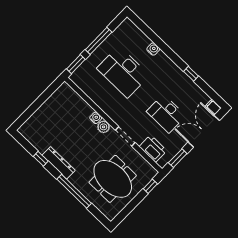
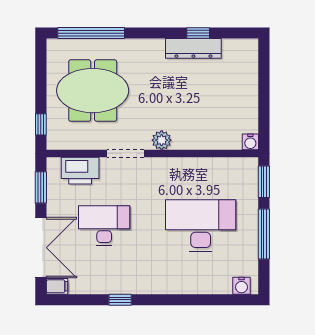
water cooler: (153, 49) -> (242, 286), moved
water cooler: (96, 118) -> (250, 142), moved
dresser: (59, 163) -> (193, 48), moved
window: (74, 191) -> (91, 33), moved

